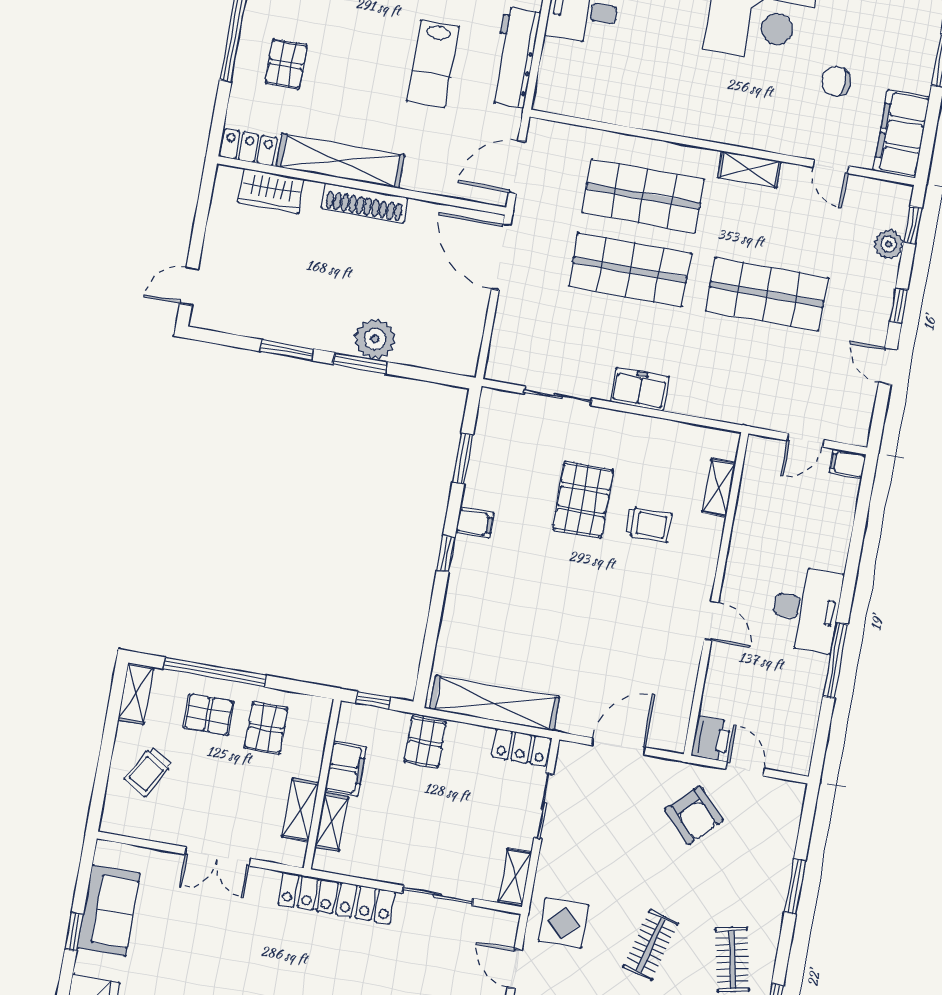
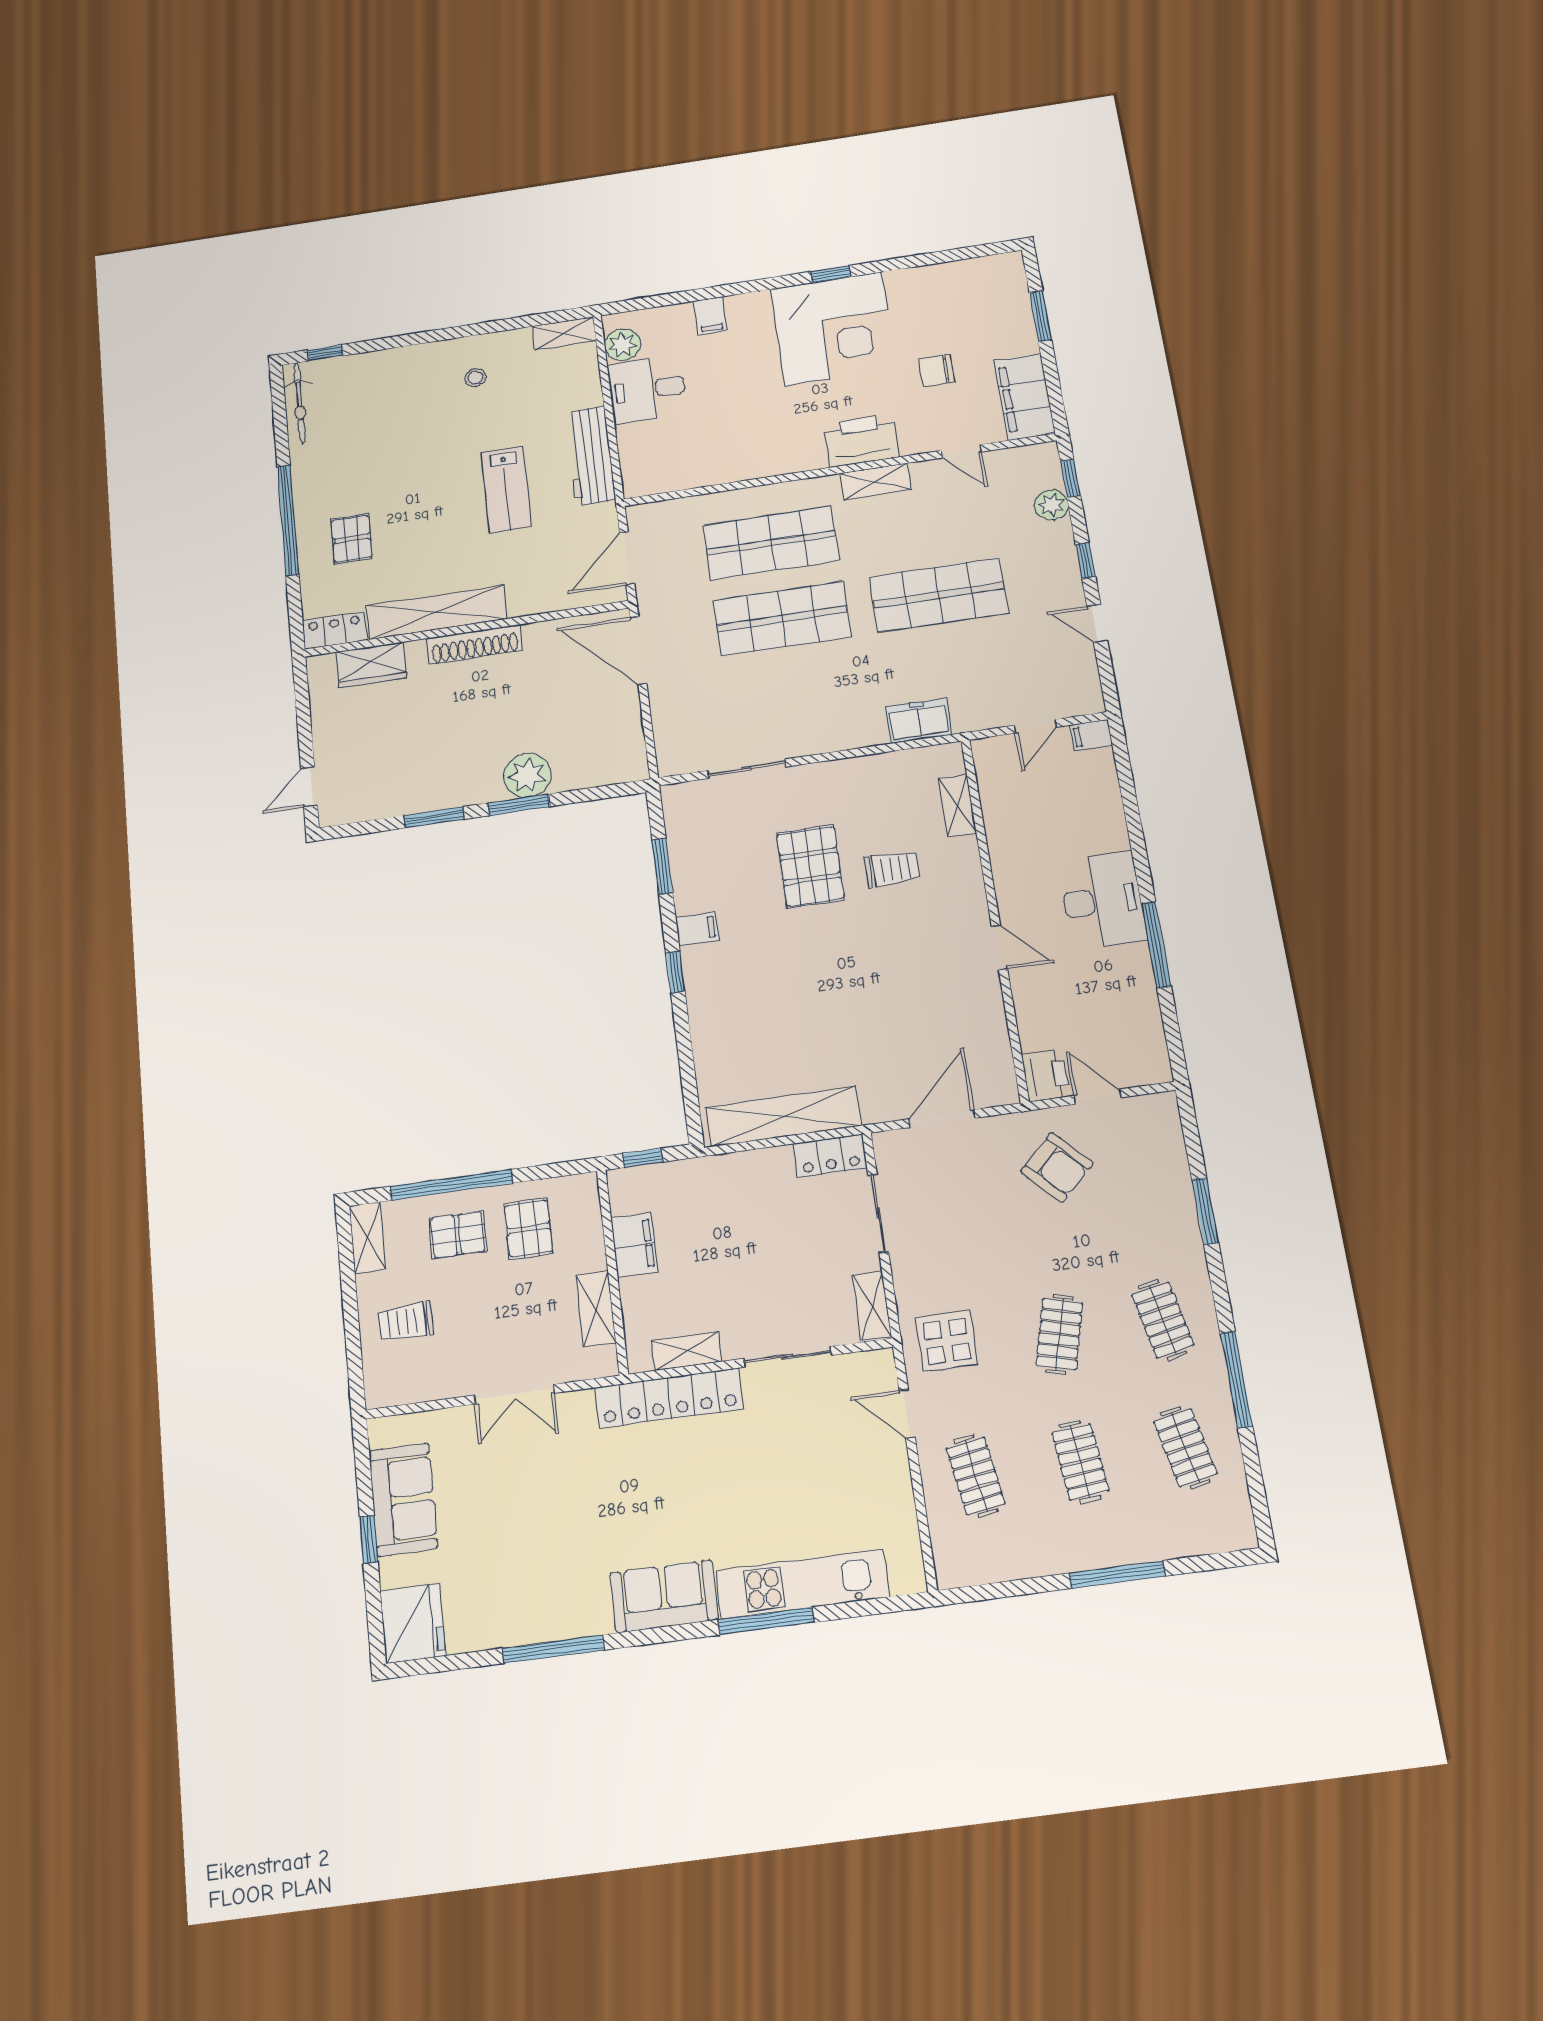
printer: (750, 126) -> (861, 440), added
freezer: (640, 389) -> (919, 721), moved
pallet: (425, 742) -> (717, 1185), removed
trolley: (148, 772) -> (406, 1322), turned 58
shelving: (332, 822) -> (687, 1351), moved, turned 90

